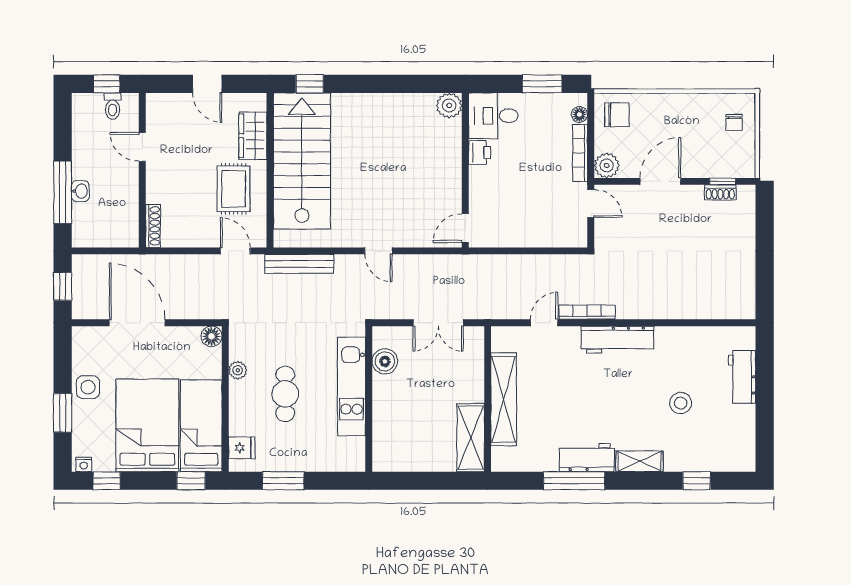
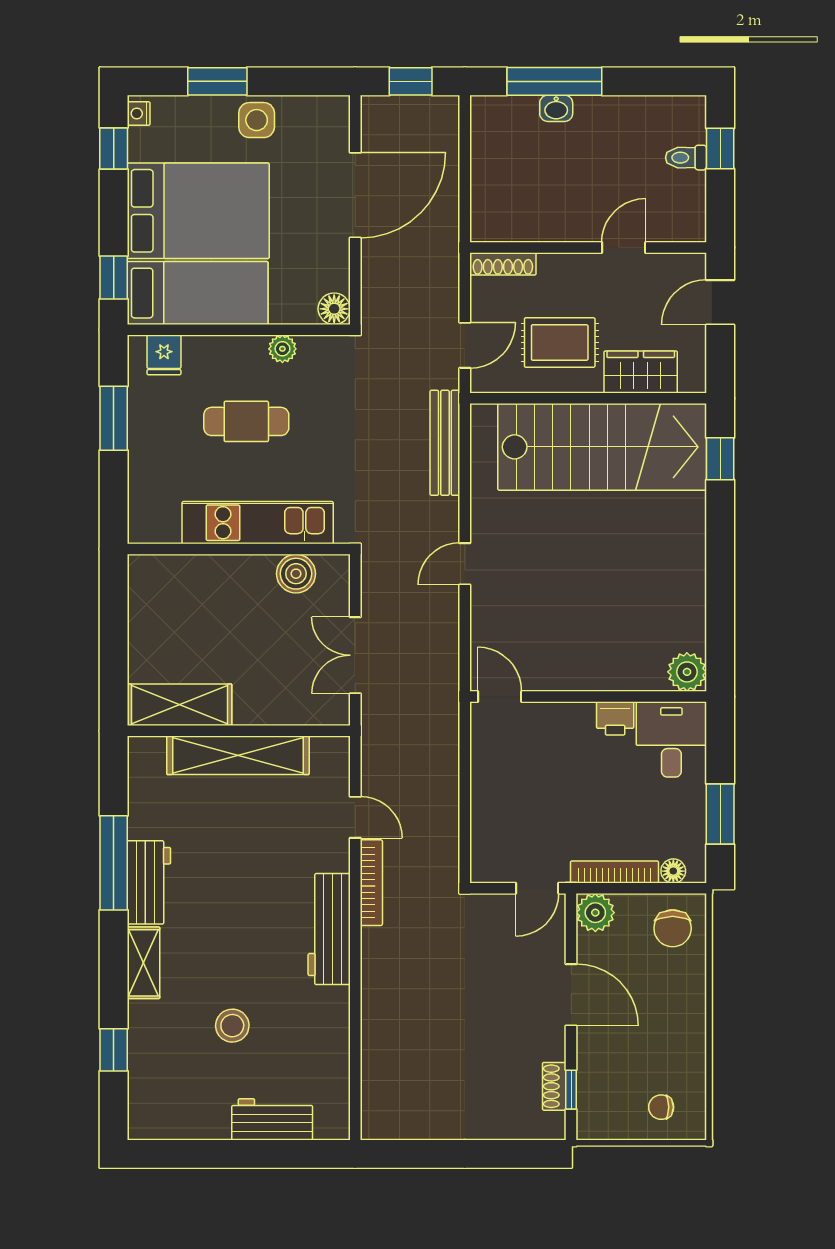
door: (142, 147) -> (624, 248), moved
wall: (142, 170) -> (588, 248), moved
shoe rack: (153, 226) -> (503, 264), moved

